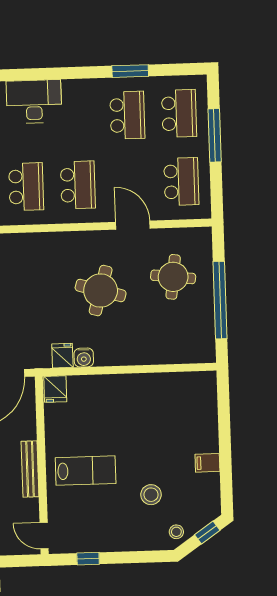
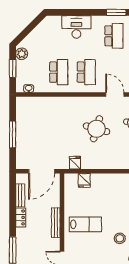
desk: (34, 102) -> (76, 27), moved
water cooler: (84, 358) -> (86, 164), removed
fridge: (55, 389) -> (84, 180), moved

